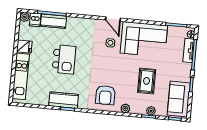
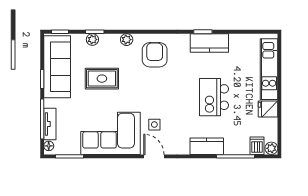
kitchen counter: (54, 21) -> (207, 146), moved
rug: (147, 81) -> (102, 79), turned 90
sofa: (179, 99) -> (57, 67), width x1.36

